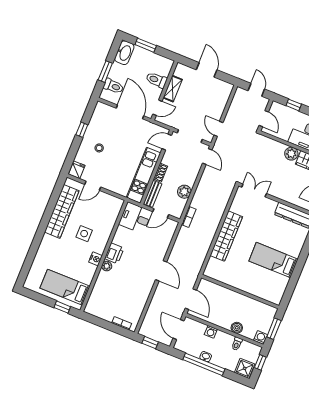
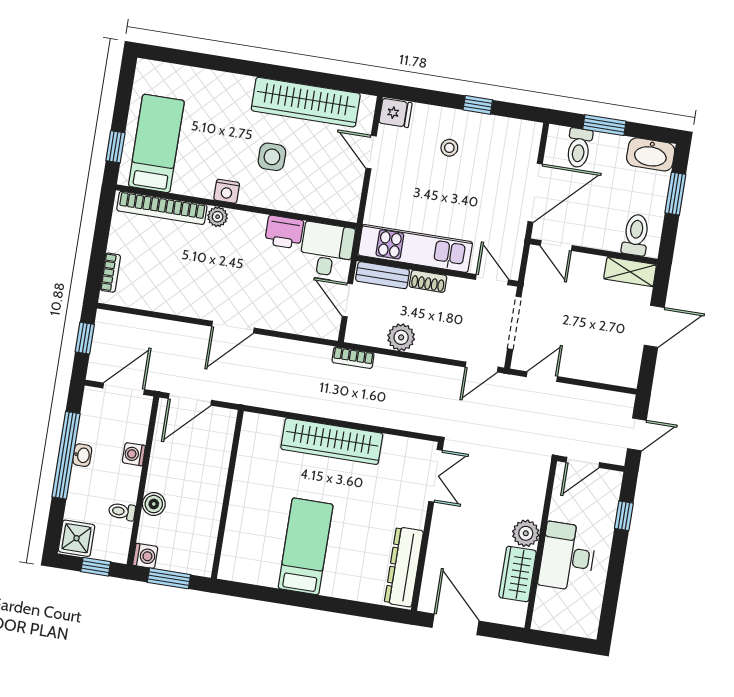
toilet: (156, 80) -> (636, 235), moved
shelving: (173, 89) -> (630, 272), moved
printer: (114, 253) -> (284, 232), moved
bookcase: (96, 292) -> (162, 208), added

